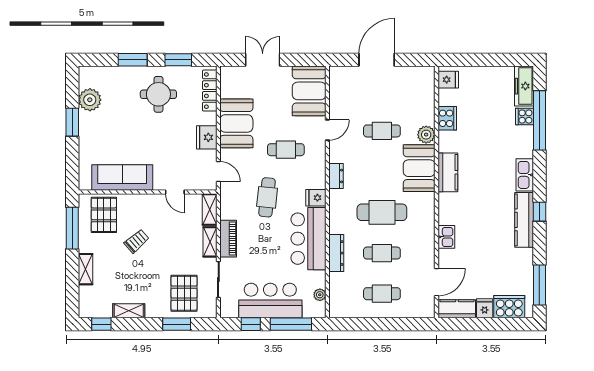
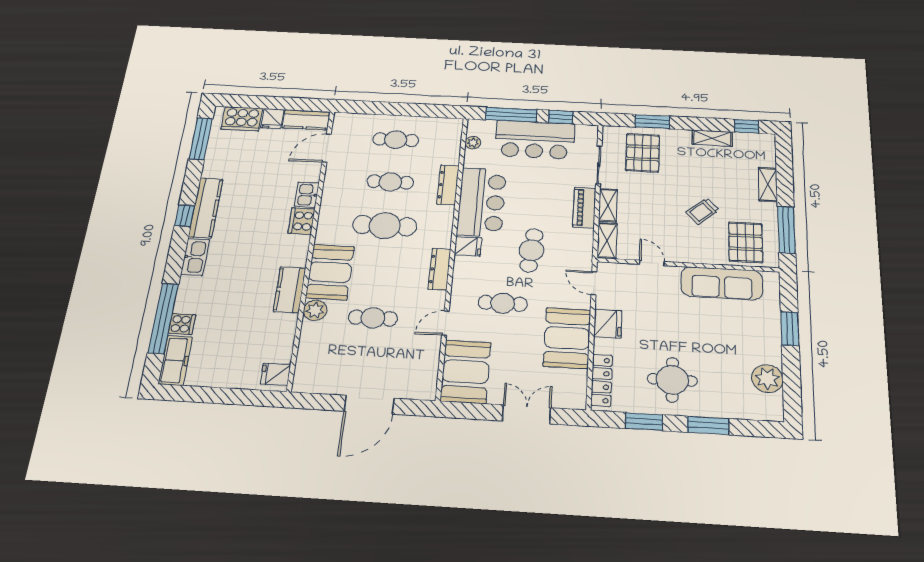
double door: (263, 60) -> (527, 414), swing flipped
cooker: (447, 118) -> (302, 221), moved
window: (72, 122) -> (790, 329), moved
kitchen counter: (448, 172) -> (290, 290), moved
dresser: (336, 176) -> (439, 269), width x1.44

